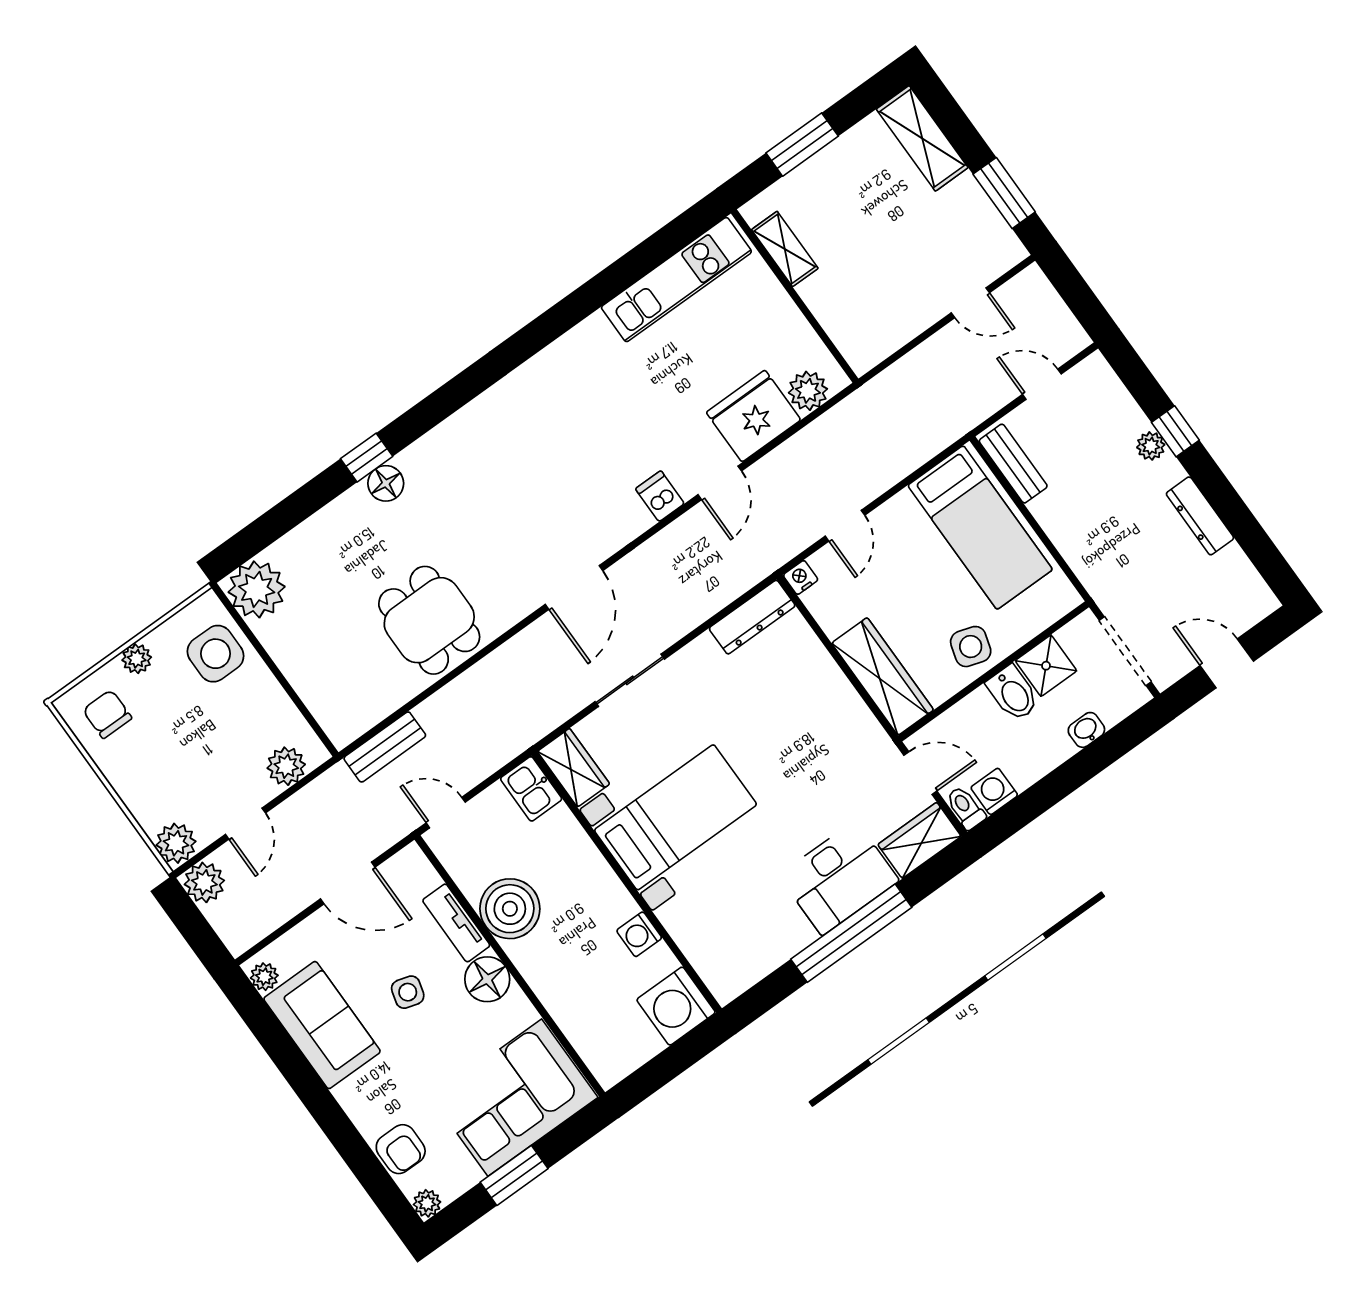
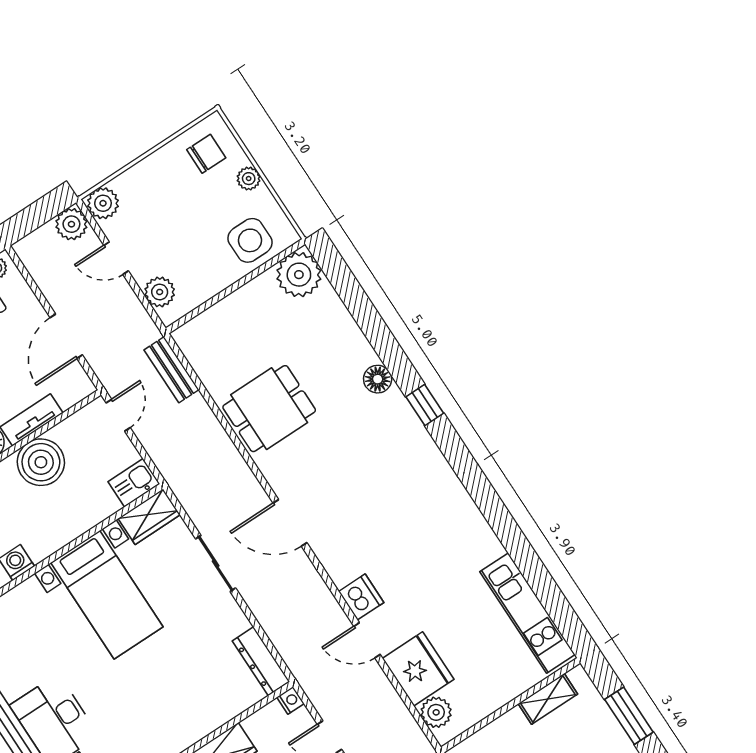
window: (367, 458) -> (425, 405), moved
dishwasher: (660, 496) -> (361, 597), width x1.38

